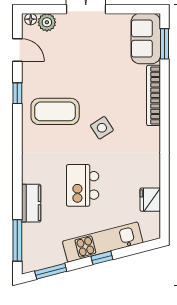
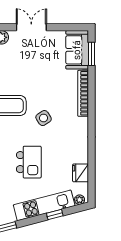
kitchen island: (83, 185) -> (29, 162), turned 180
plant: (149, 235) -> (80, 200), added
window: (102, 258) -> (55, 215), moved

